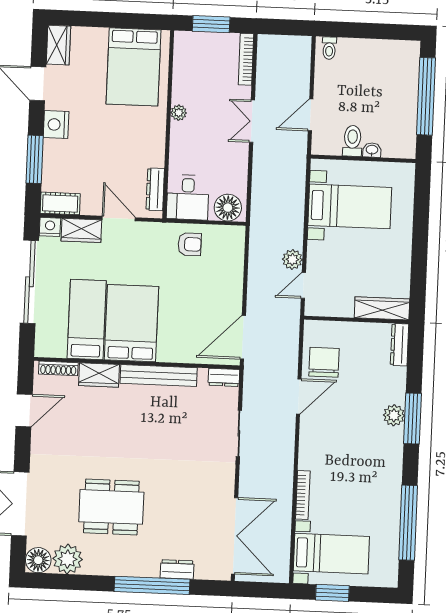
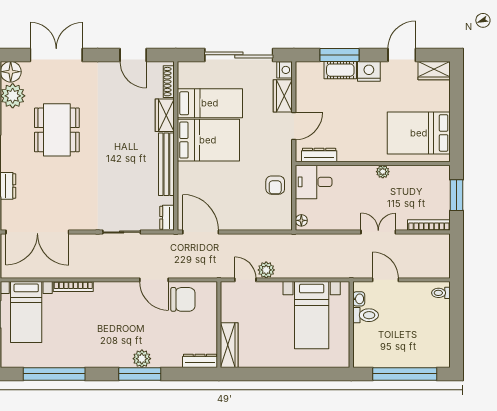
washbasin: (372, 150) -> (359, 299), moved
cot: (60, 203) -> (340, 70), moved, turned 90
floor lamp: (228, 208) -> (301, 220), width x0.53, depth x0.53

